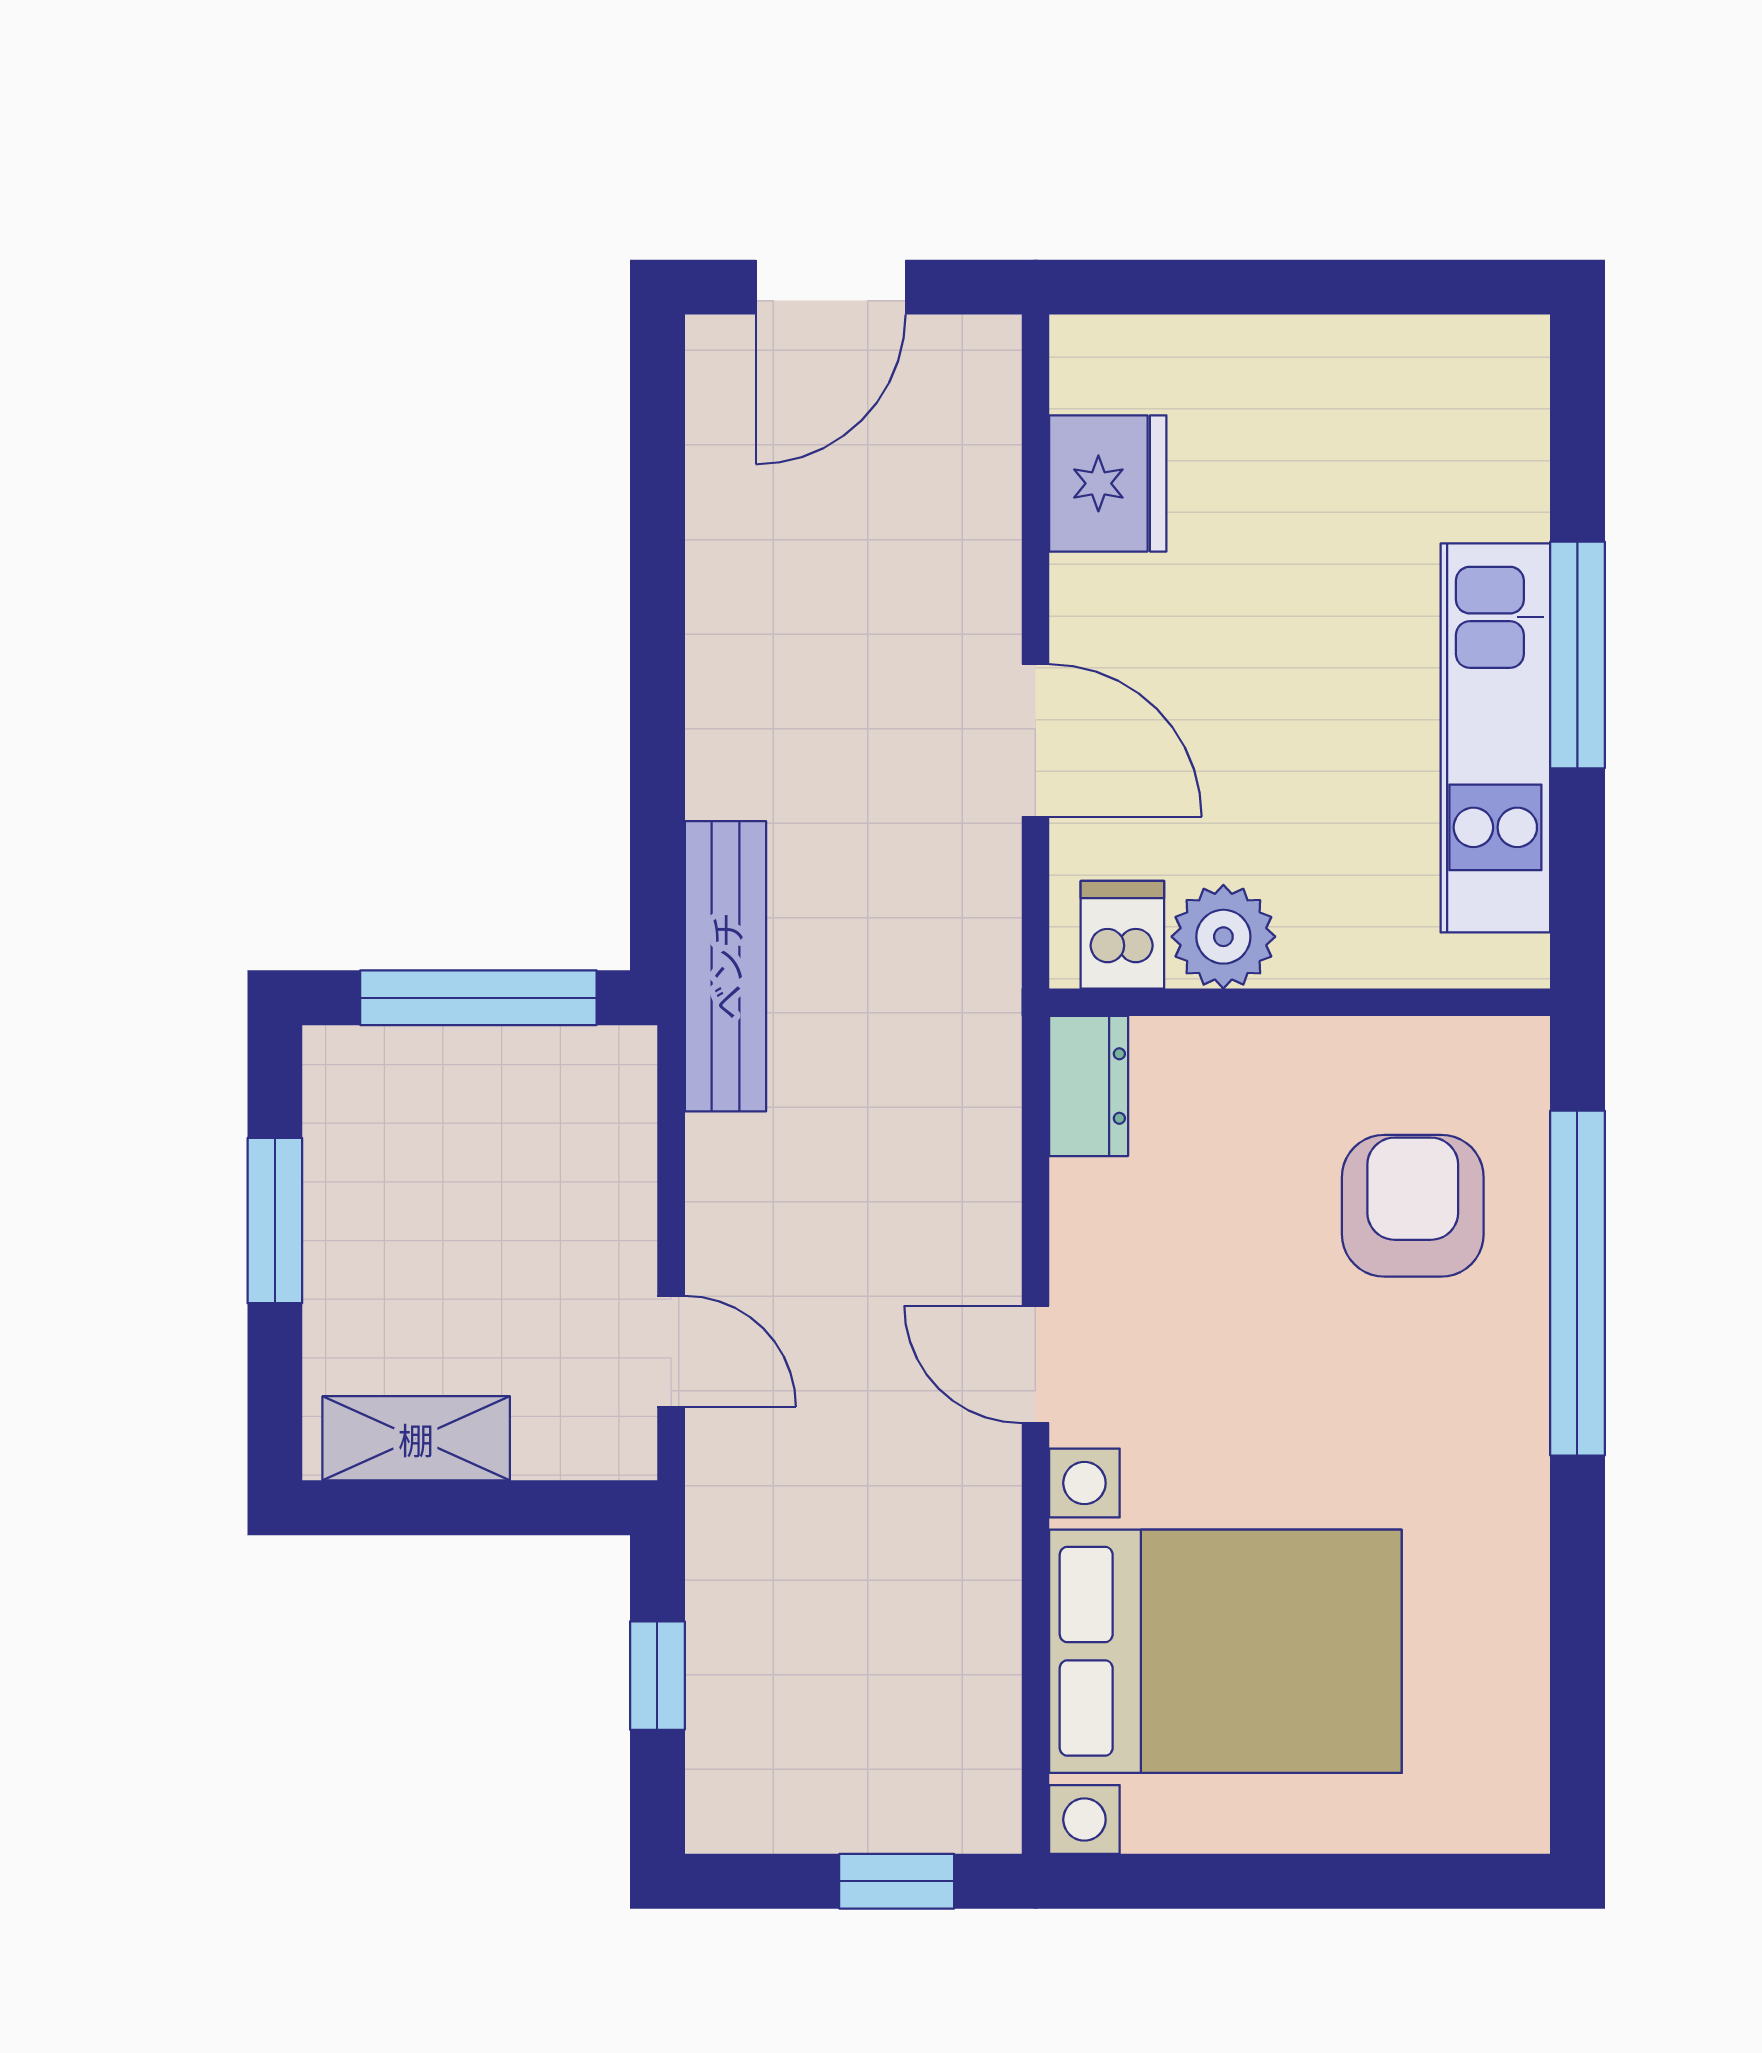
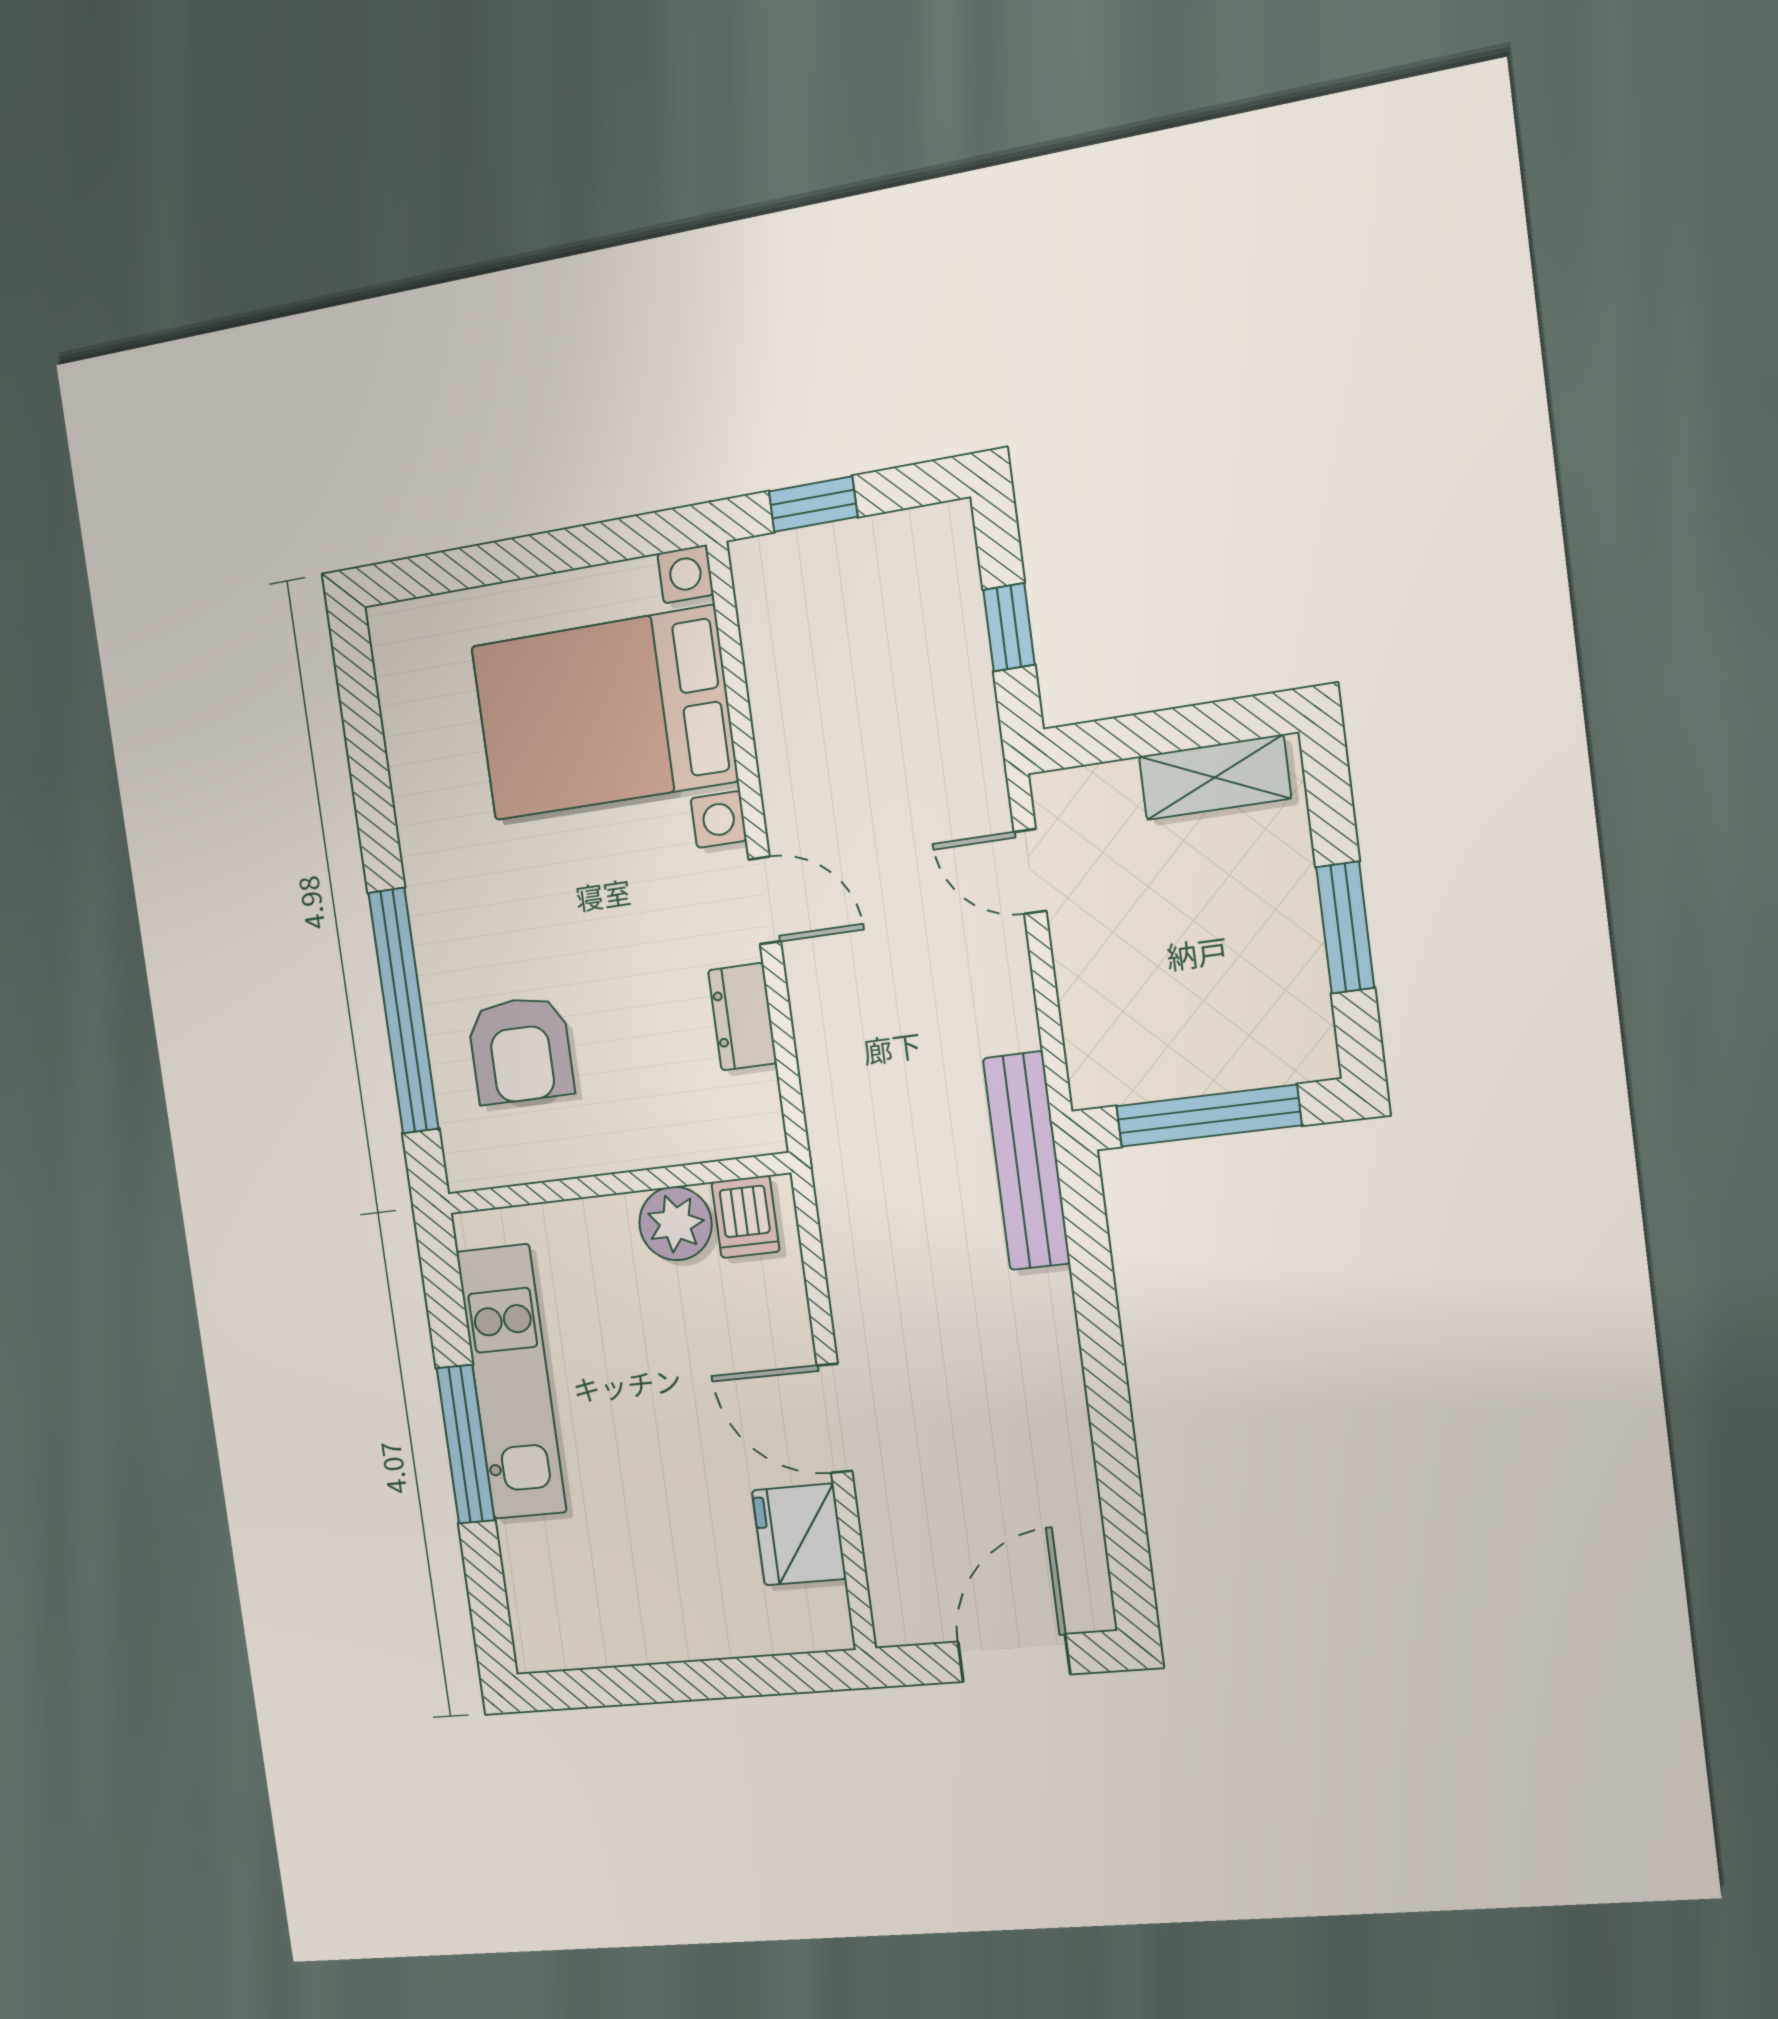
door: (1035, 740) -> (834, 1418), moved
dresser: (1089, 1086) -> (742, 1017), moved

